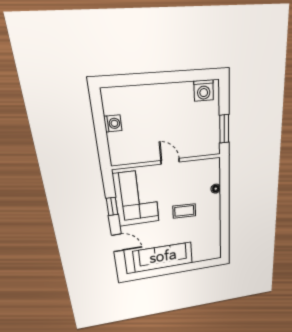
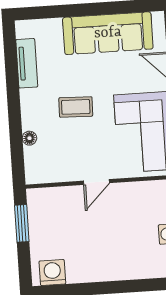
door: (170, 161) -> (96, 182), hinge flipped
tv unit: (215, 235) -> (27, 63), added

